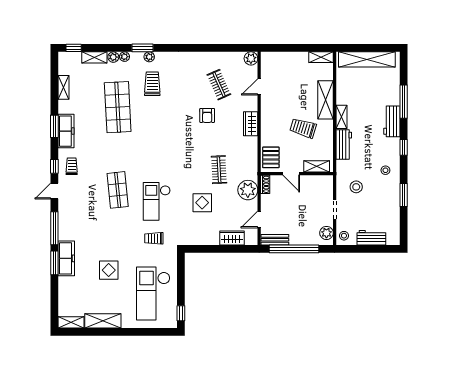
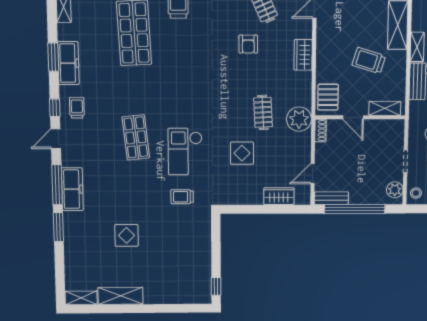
plant: (248, 190) -> (299, 119), moved
freezer: (66, 258) -> (72, 189), moved
checkout: (153, 293) -> (182, 263), removed

